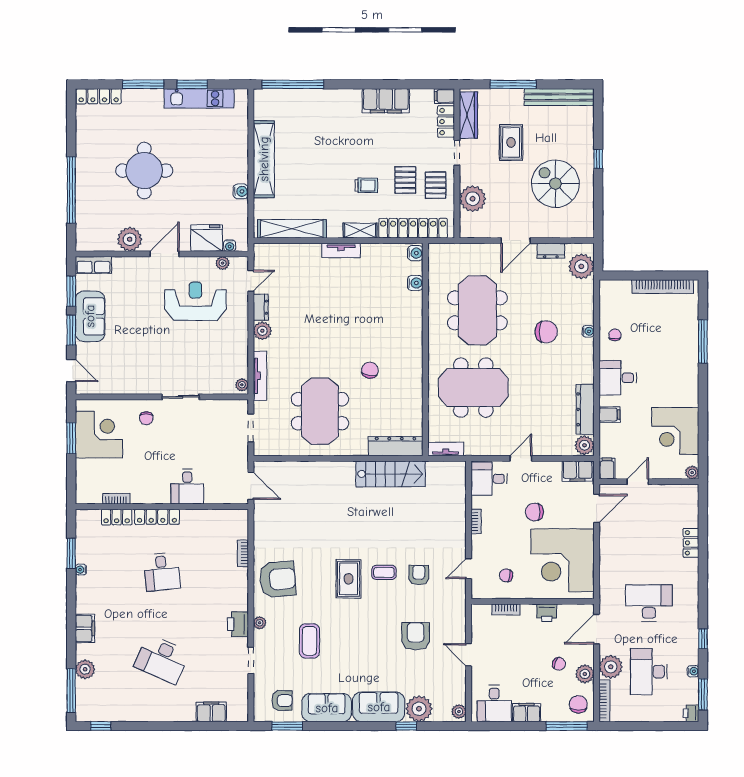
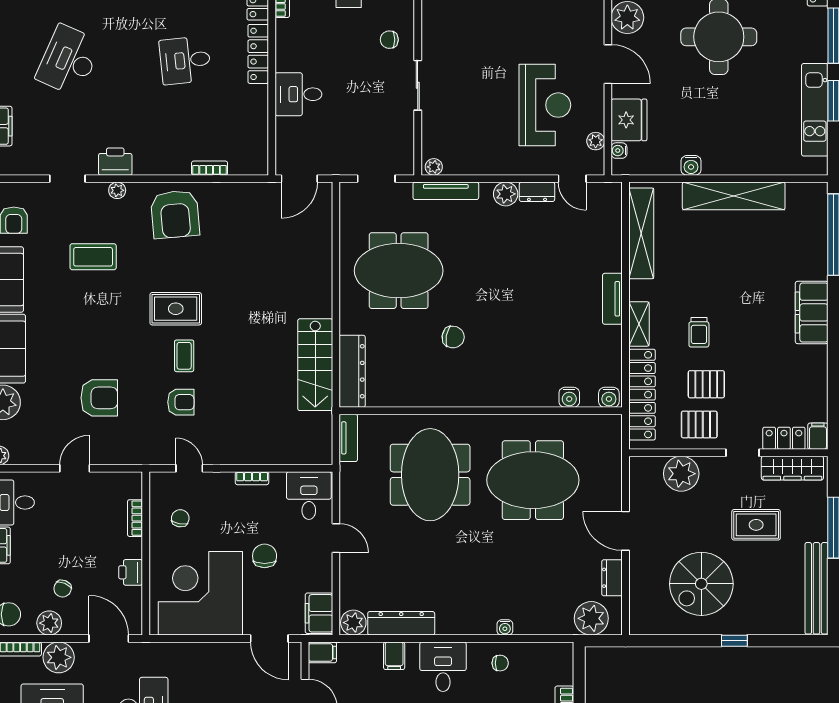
filing cabinet: (386, 101) -> (812, 312), moved
spiral stairs: (555, 184) -> (701, 584), turned 180
chair: (546, 332) -> (504, 572), removed

